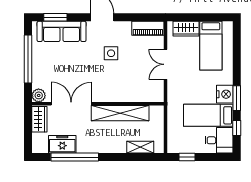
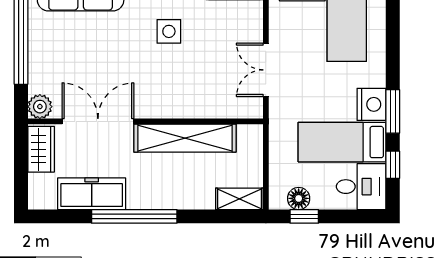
double door: (166, 64) -> (266, 70), moved
freezer: (62, 144) -> (92, 194), width x1.40
shelving: (140, 147) -> (239, 199), moved
floor lamp: (184, 147) -> (299, 198), added
window: (75, 157) -> (134, 216), moved

